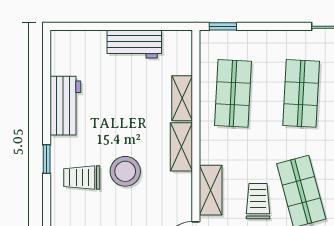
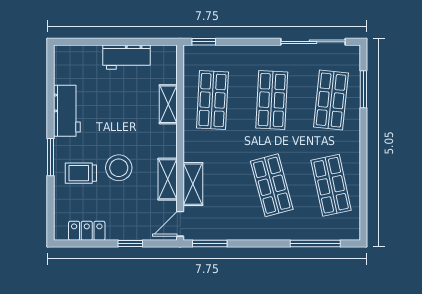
shelving: (181, 147) -> (168, 179), moved
window: (47, 159) -> (50, 157), width x1.50
trolley: (258, 201) -> (234, 194), removed

